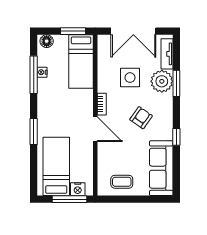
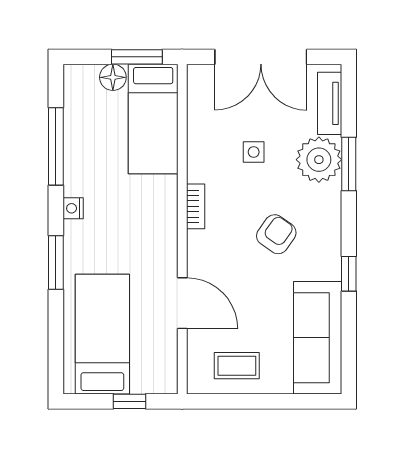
floor lamp: (47, 41) -> (113, 77), moved
nightstand: (42, 72) -> (73, 208), moved
side table: (130, 78) -> (254, 152), width x0.54, depth x0.54
door: (95, 129) -> (182, 303), moved
nightstand: (78, 189) -> (146, 381), removed
window: (69, 199) -> (129, 401), width x0.46

